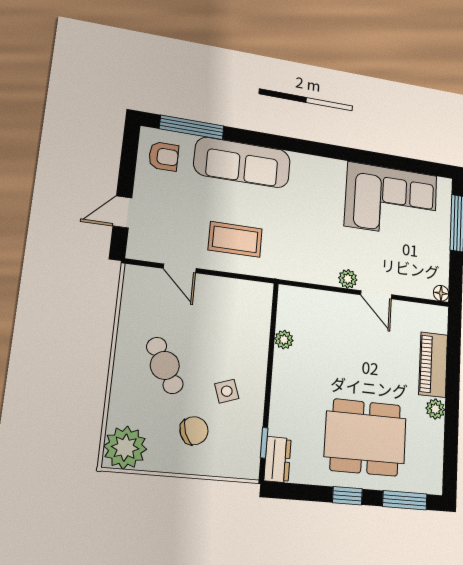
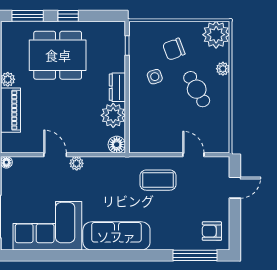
sofa: (242, 163) -> (116, 236), moved
floor lamp: (290, 298) -> (117, 145), added
plant: (284, 340) -> (113, 115), width x1.88, depth x1.88
plant: (120, 393) -> (223, 69), added
dresser: (277, 459) -> (117, 87), moved

